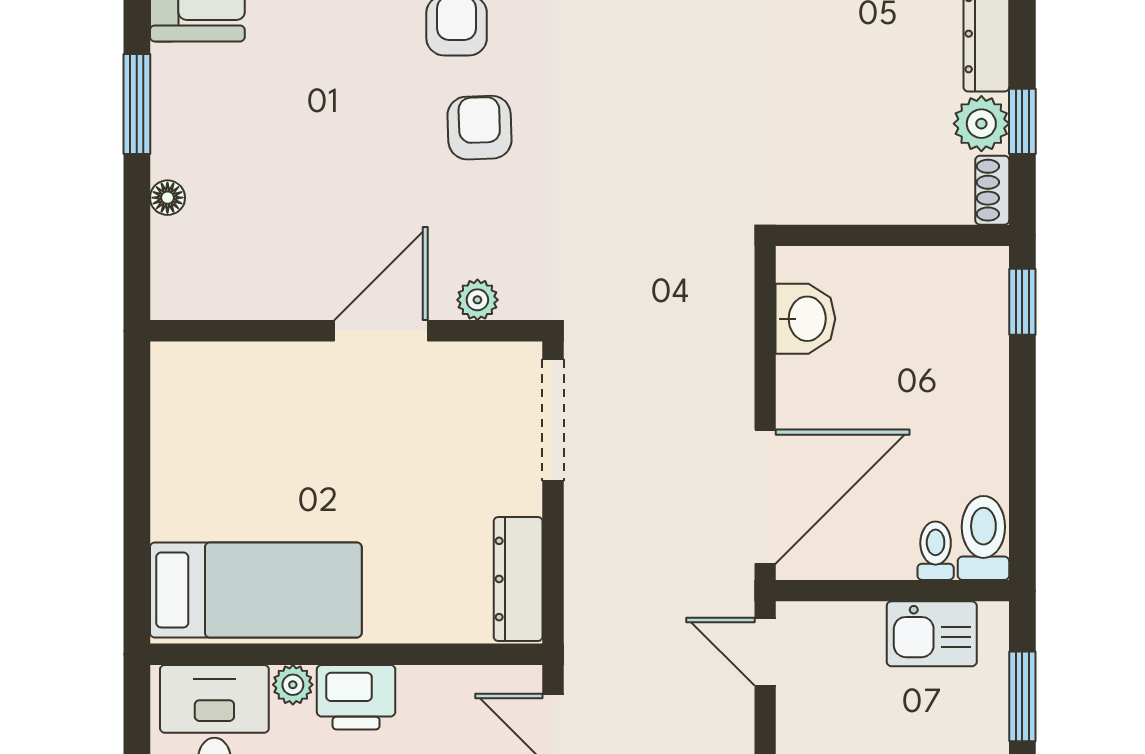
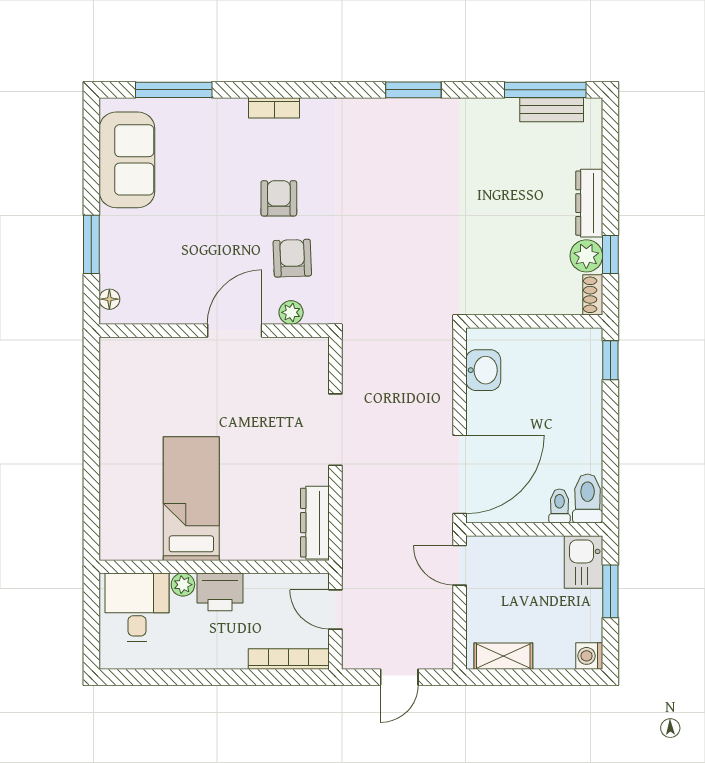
plant: (477, 300) -> (291, 312), moved
wall: (346, 331) -> (214, 331), moved
door: (381, 331) -> (235, 331), moved
bed: (256, 590) -> (191, 499), moved, turned -90
kitchen sink: (932, 634) -> (583, 562), moved, turned 90

